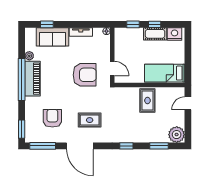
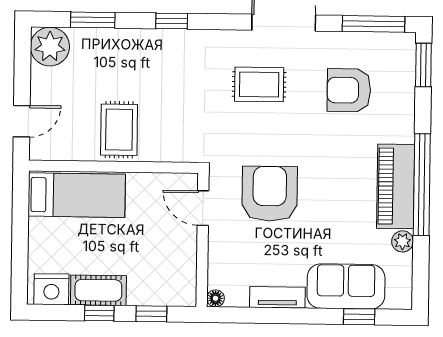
armchair: (85, 75) -> (270, 194), turned 90
armchair: (52, 118) -> (349, 90), turned 90

